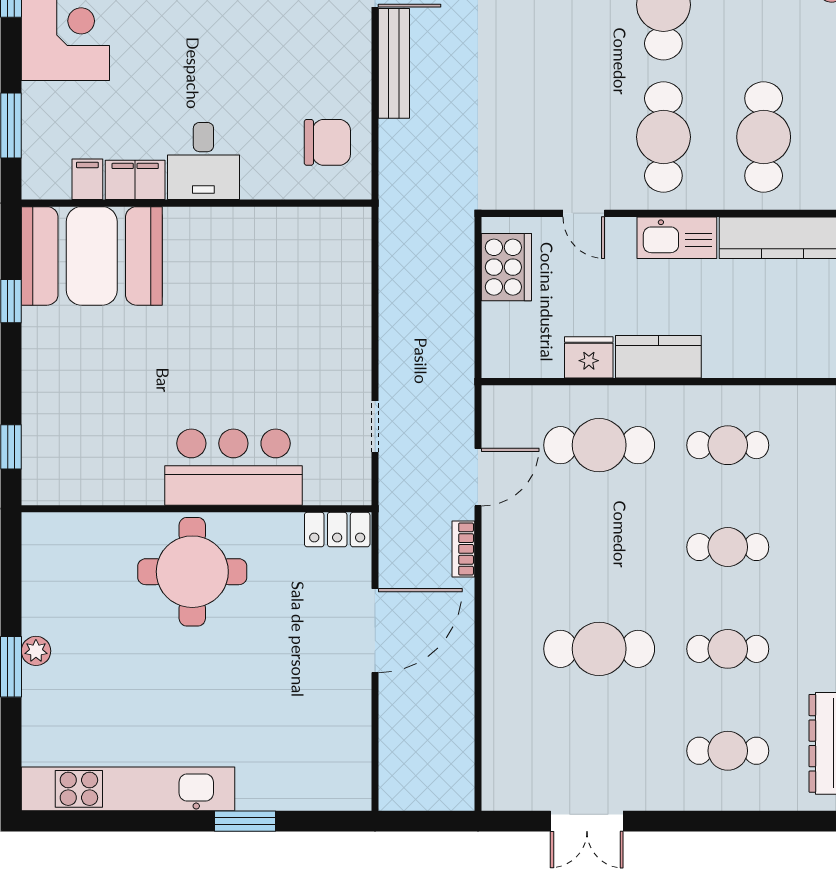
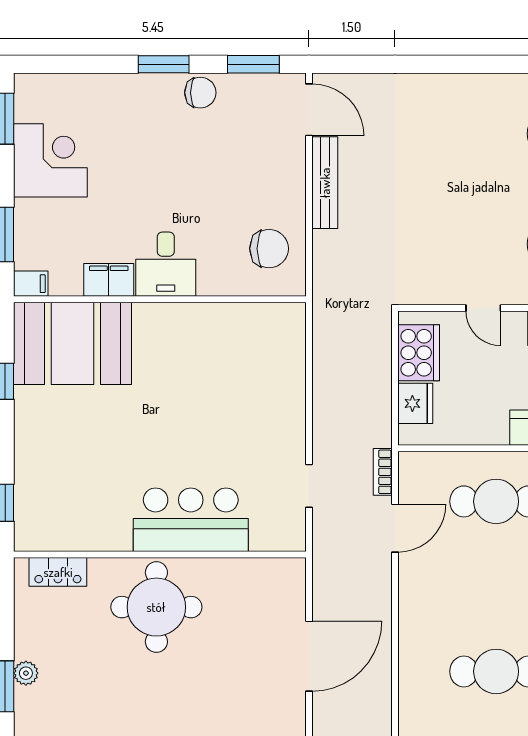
filing cabinet: (87, 179) -> (31, 284), moved, turned 90
fridge: (589, 357) -> (415, 403), moved, turned 90
locker: (337, 530) -> (58, 572), moved
bookcase: (463, 549) -> (383, 472), moved

